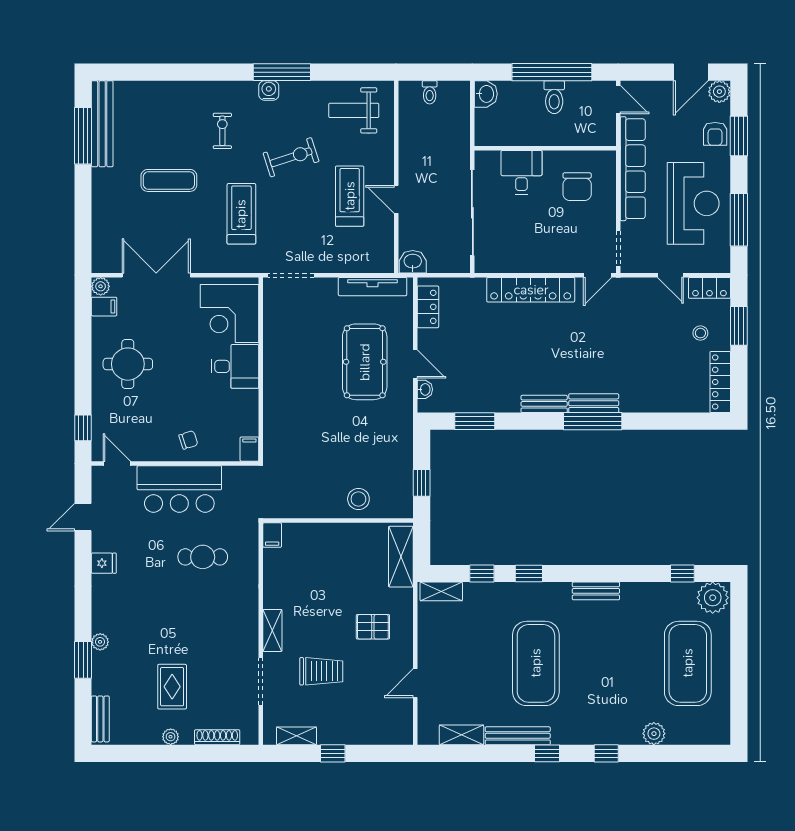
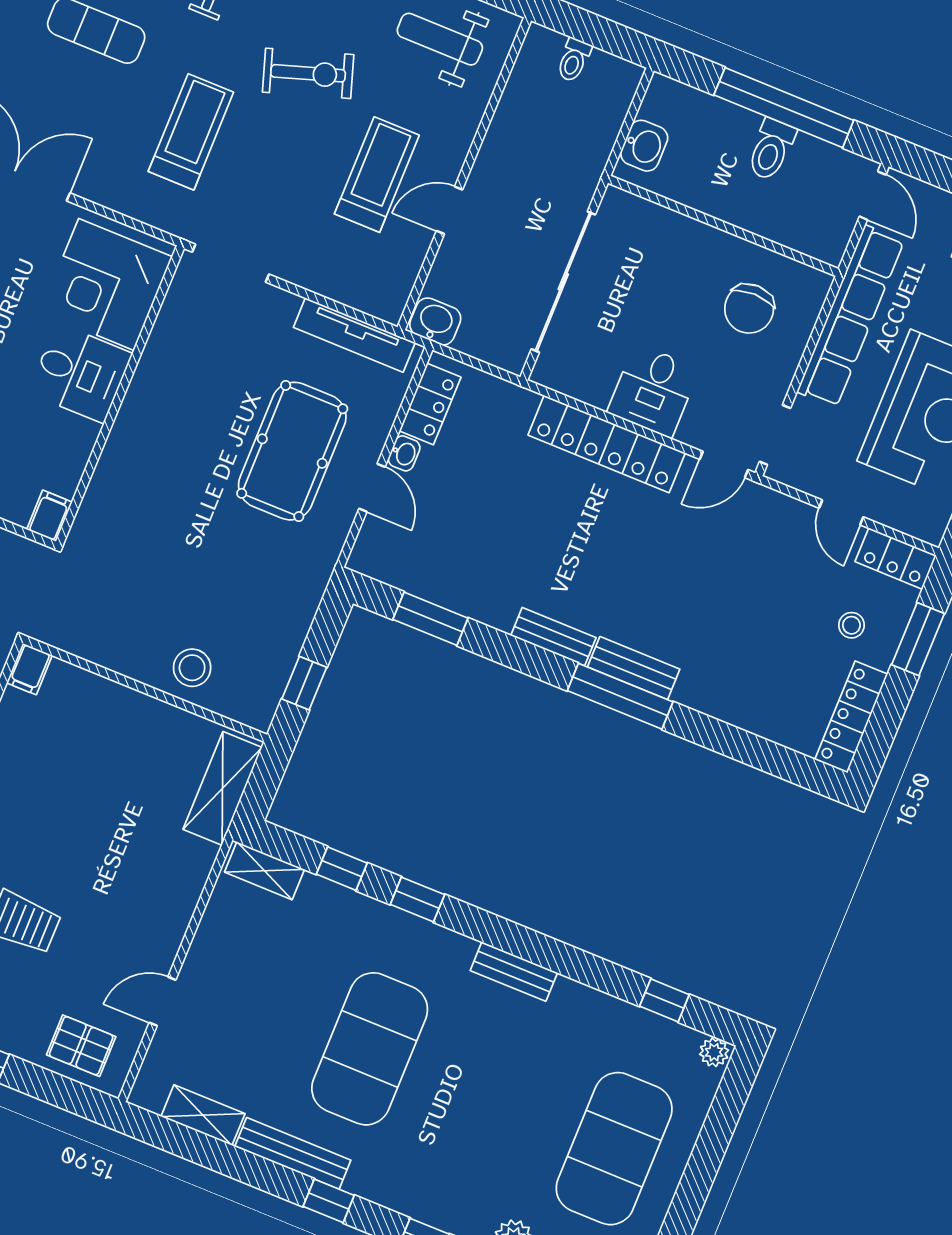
washbasin: (486, 94) -> (644, 146), moved
desk: (521, 172) -> (653, 391), moved, turned 180
door: (396, 199) -> (450, 210), hinge flipped
washbasin: (425, 389) -> (404, 453), moved
plant: (713, 598) -> (714, 1052), width x0.53, depth x0.53
pallet: (373, 627) -> (81, 1046), moved

